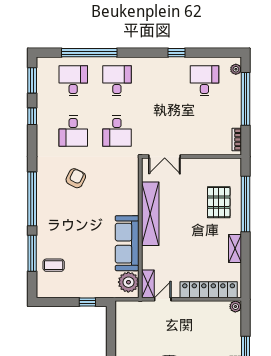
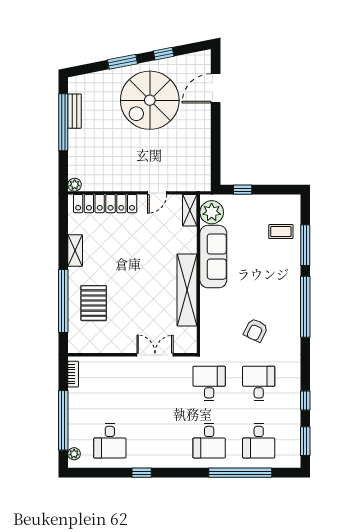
shelving: (150, 214) -> (187, 290), moved
wall: (140, 228) -> (198, 274), moved
sofa: (127, 243) -> (213, 257), moved
plant: (128, 282) -> (212, 212), moved
shelving: (148, 284) -> (190, 210), moved

